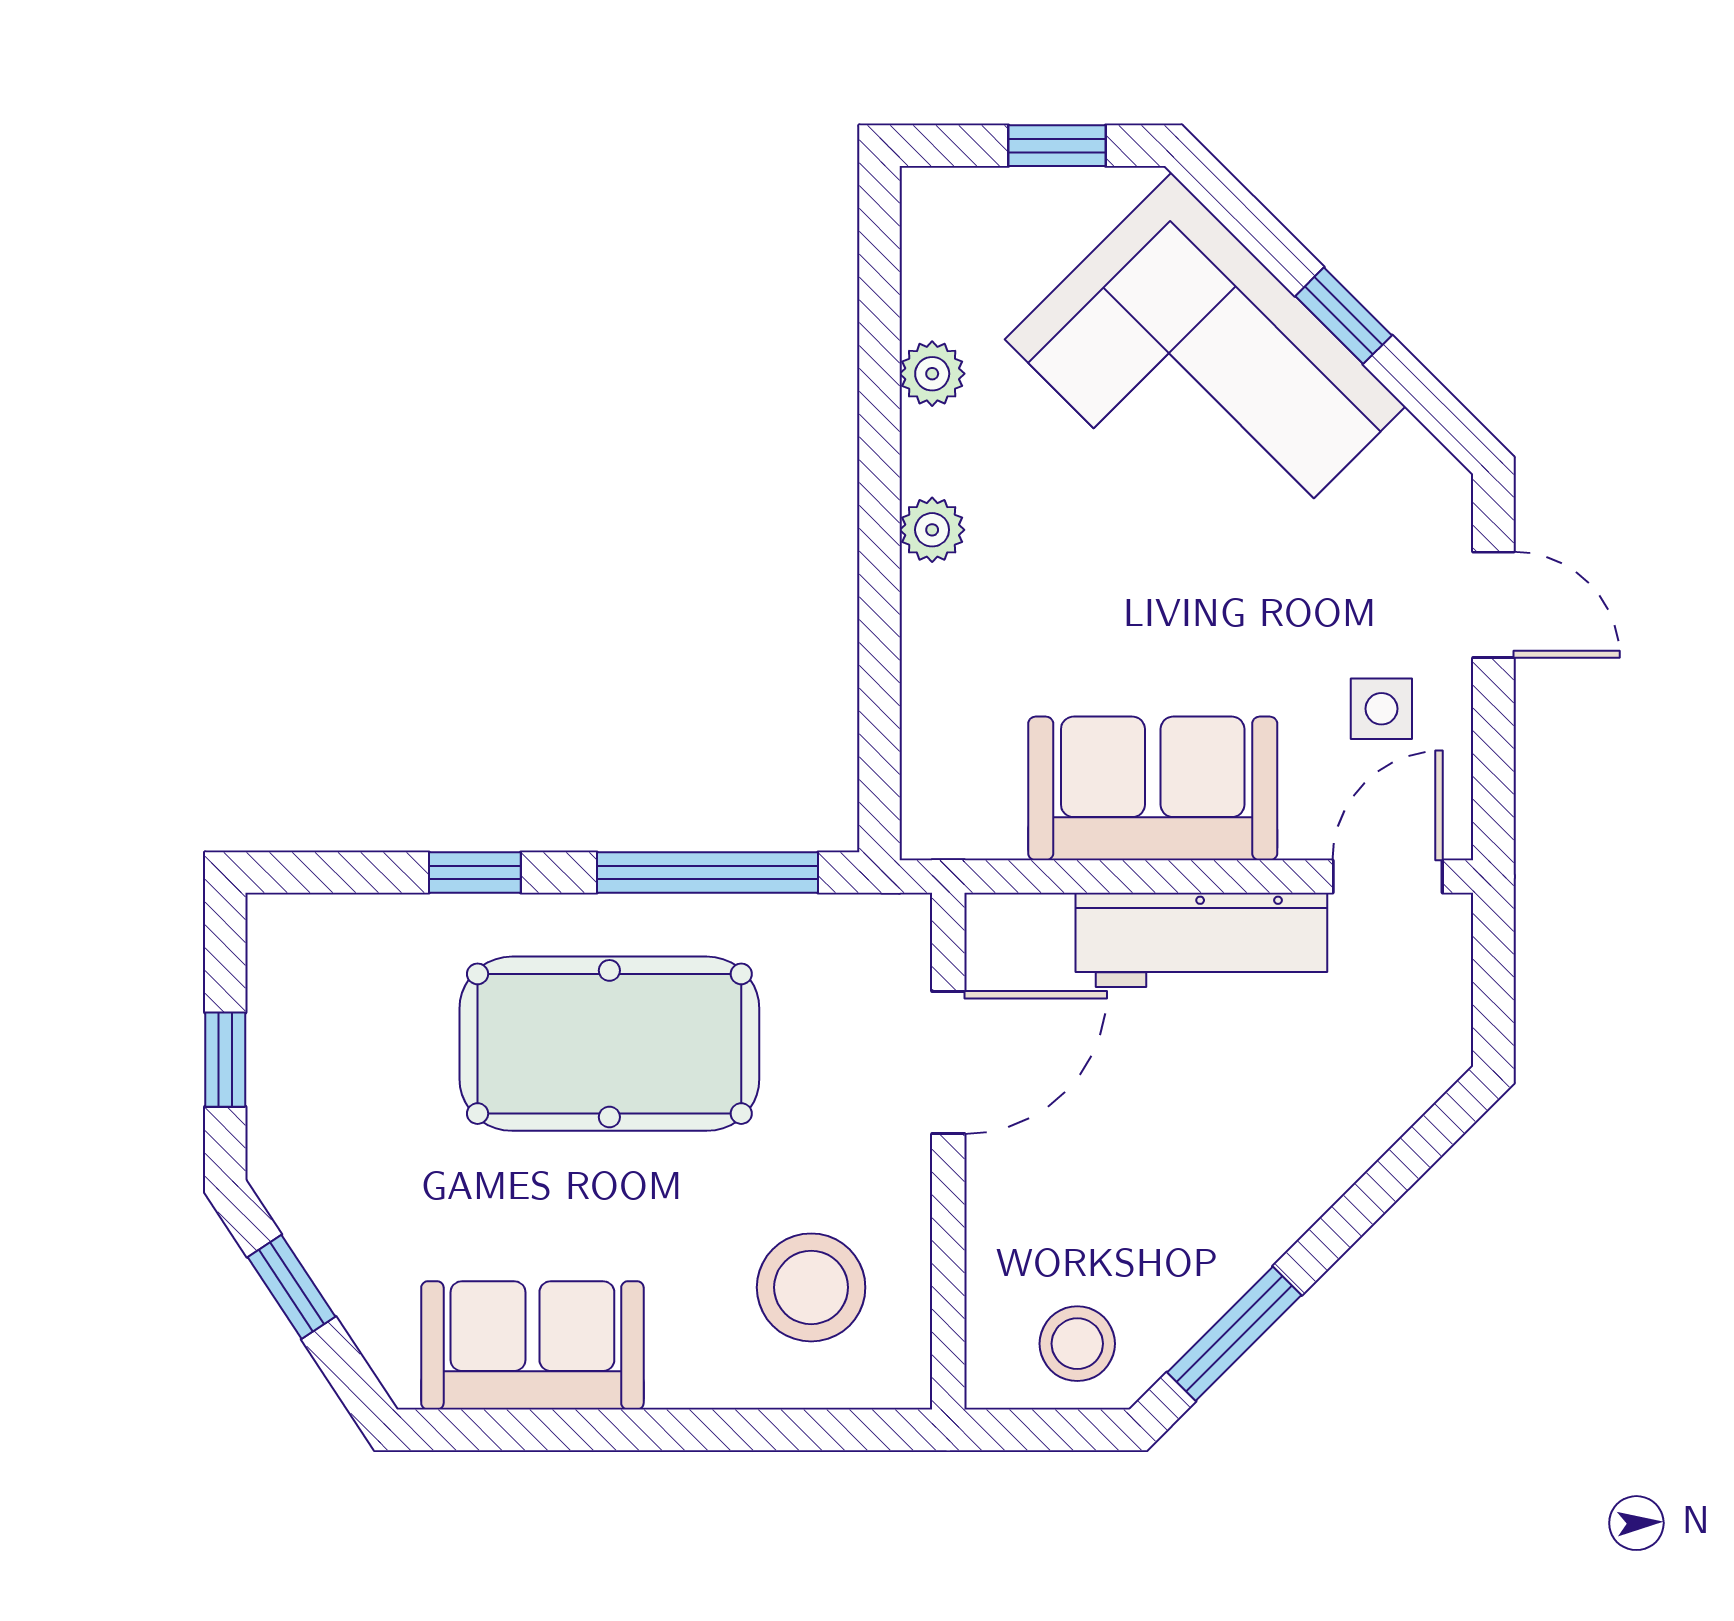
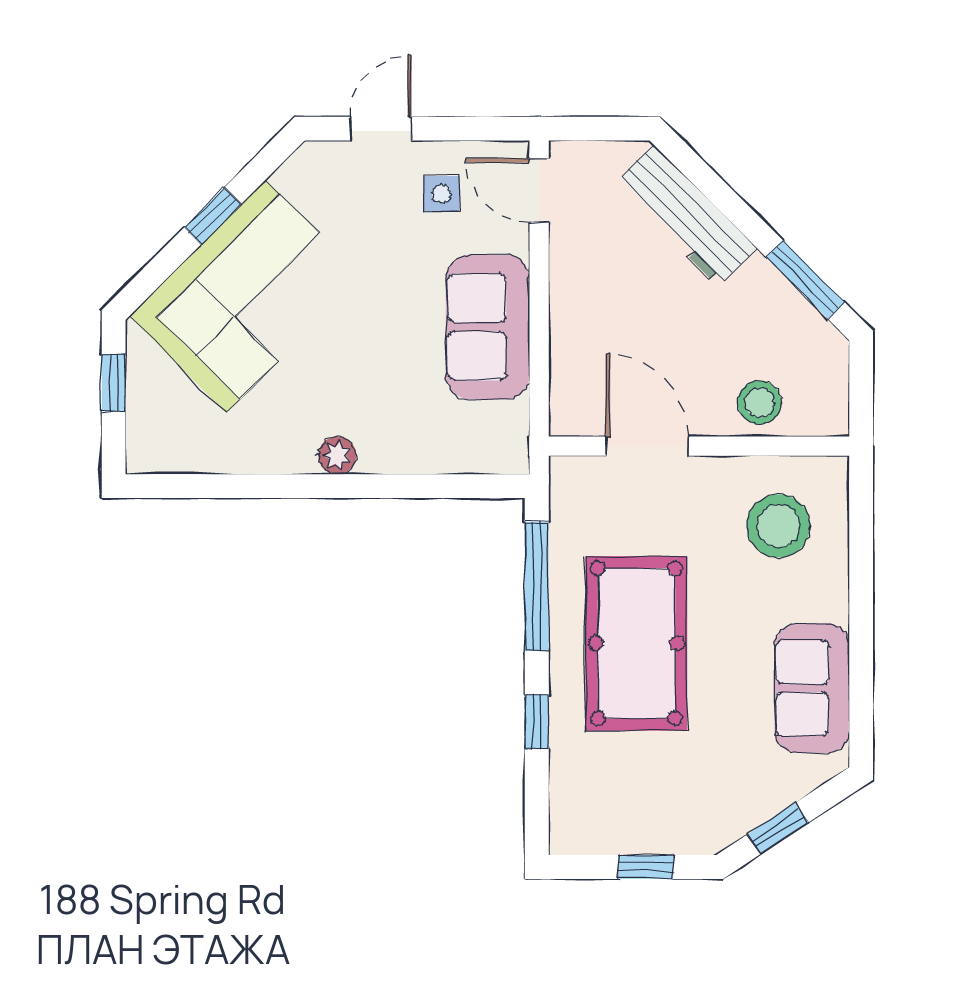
plant: (932, 374) -> (246, 455), removed
workbench: (1201, 940) -> (686, 216), moved, turned 135
stool: (1077, 1344) -> (760, 402), moved

